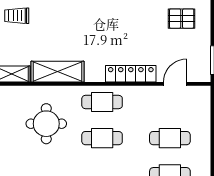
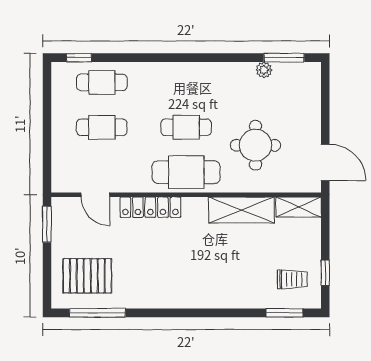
pallet: (182, 19) -> (87, 276), width x1.50, depth x1.42
door: (175, 84) -> (95, 195), hinge flipped
cafe table: (102, 102) -> (186, 172), width x1.37, depth x1.35

